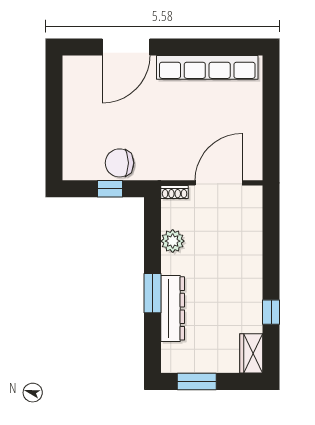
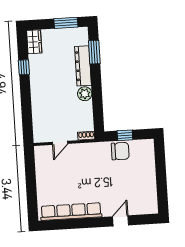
door: (126, 47) -> (121, 221), width x0.53
door: (219, 183) -> (60, 143), width x0.53
plant: (173, 241) -> (85, 94), moved
window: (152, 293) -> (94, 52), moved

